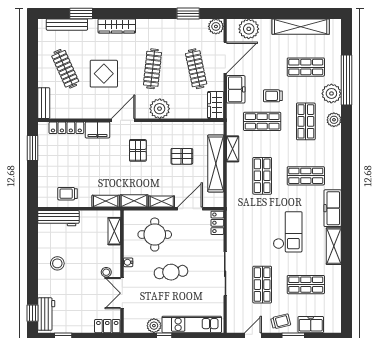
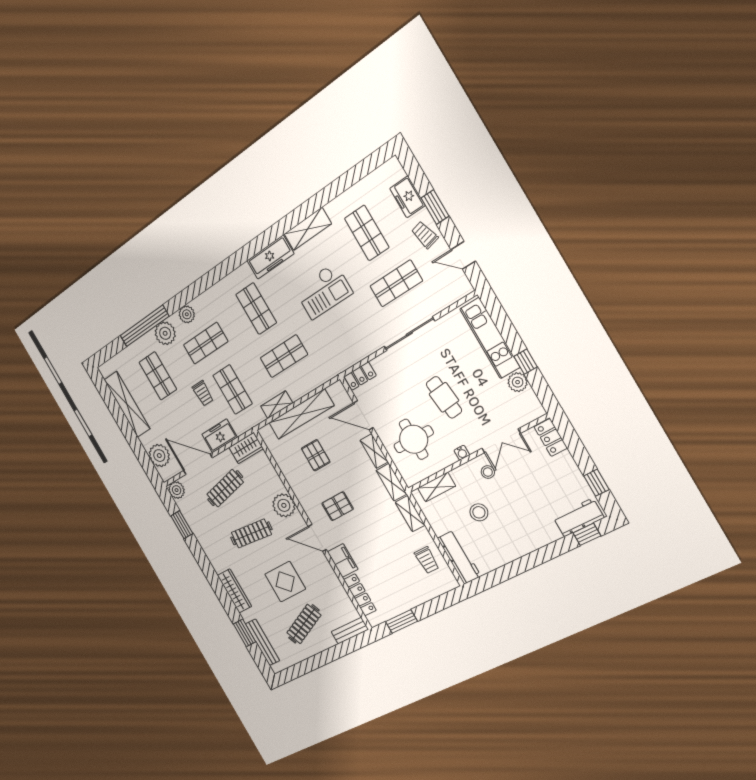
checkout: (288, 232) -> (323, 291), turned 180
stool: (57, 263) -> (479, 512), moved

